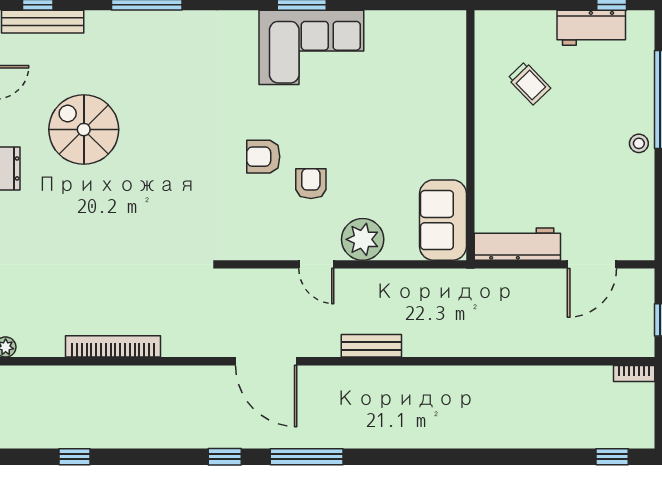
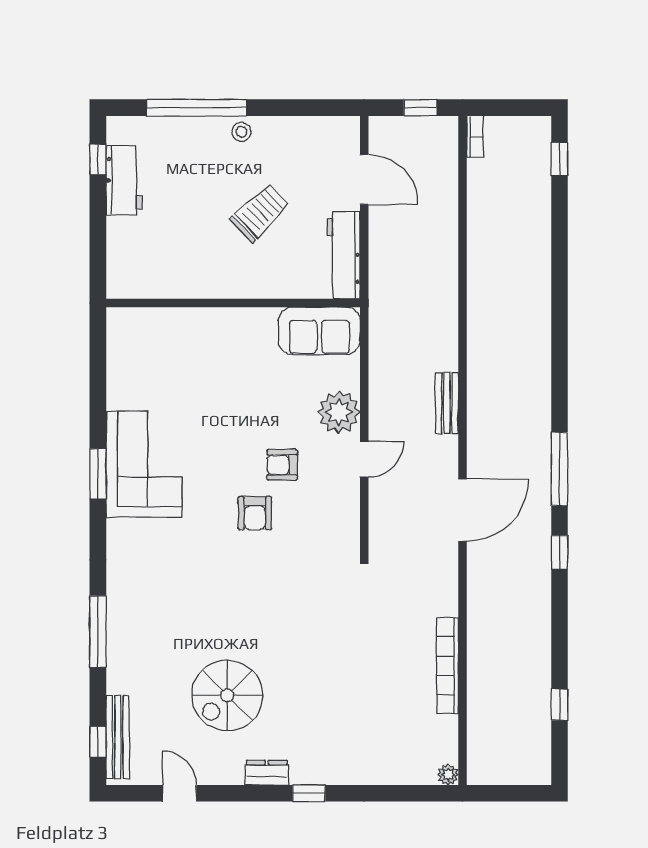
trolley: (529, 83) -> (260, 213), moved, width x1.36, depth x1.39

